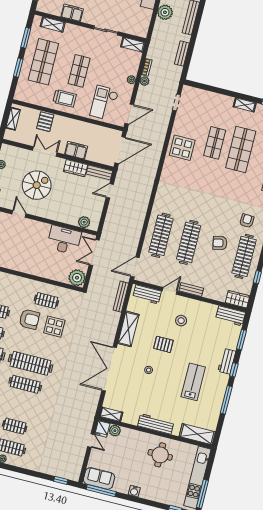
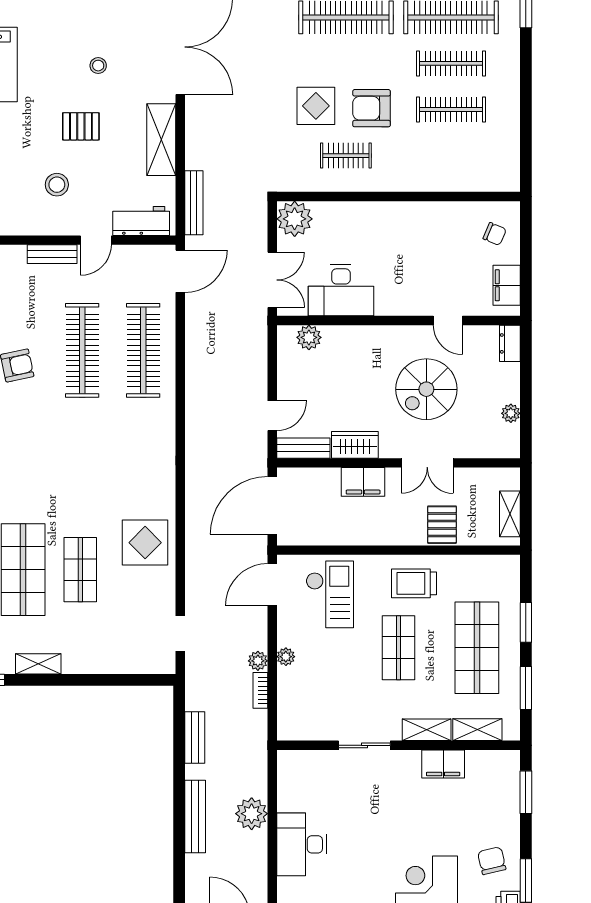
shelving: (133, 45) -> (427, 730), moved

